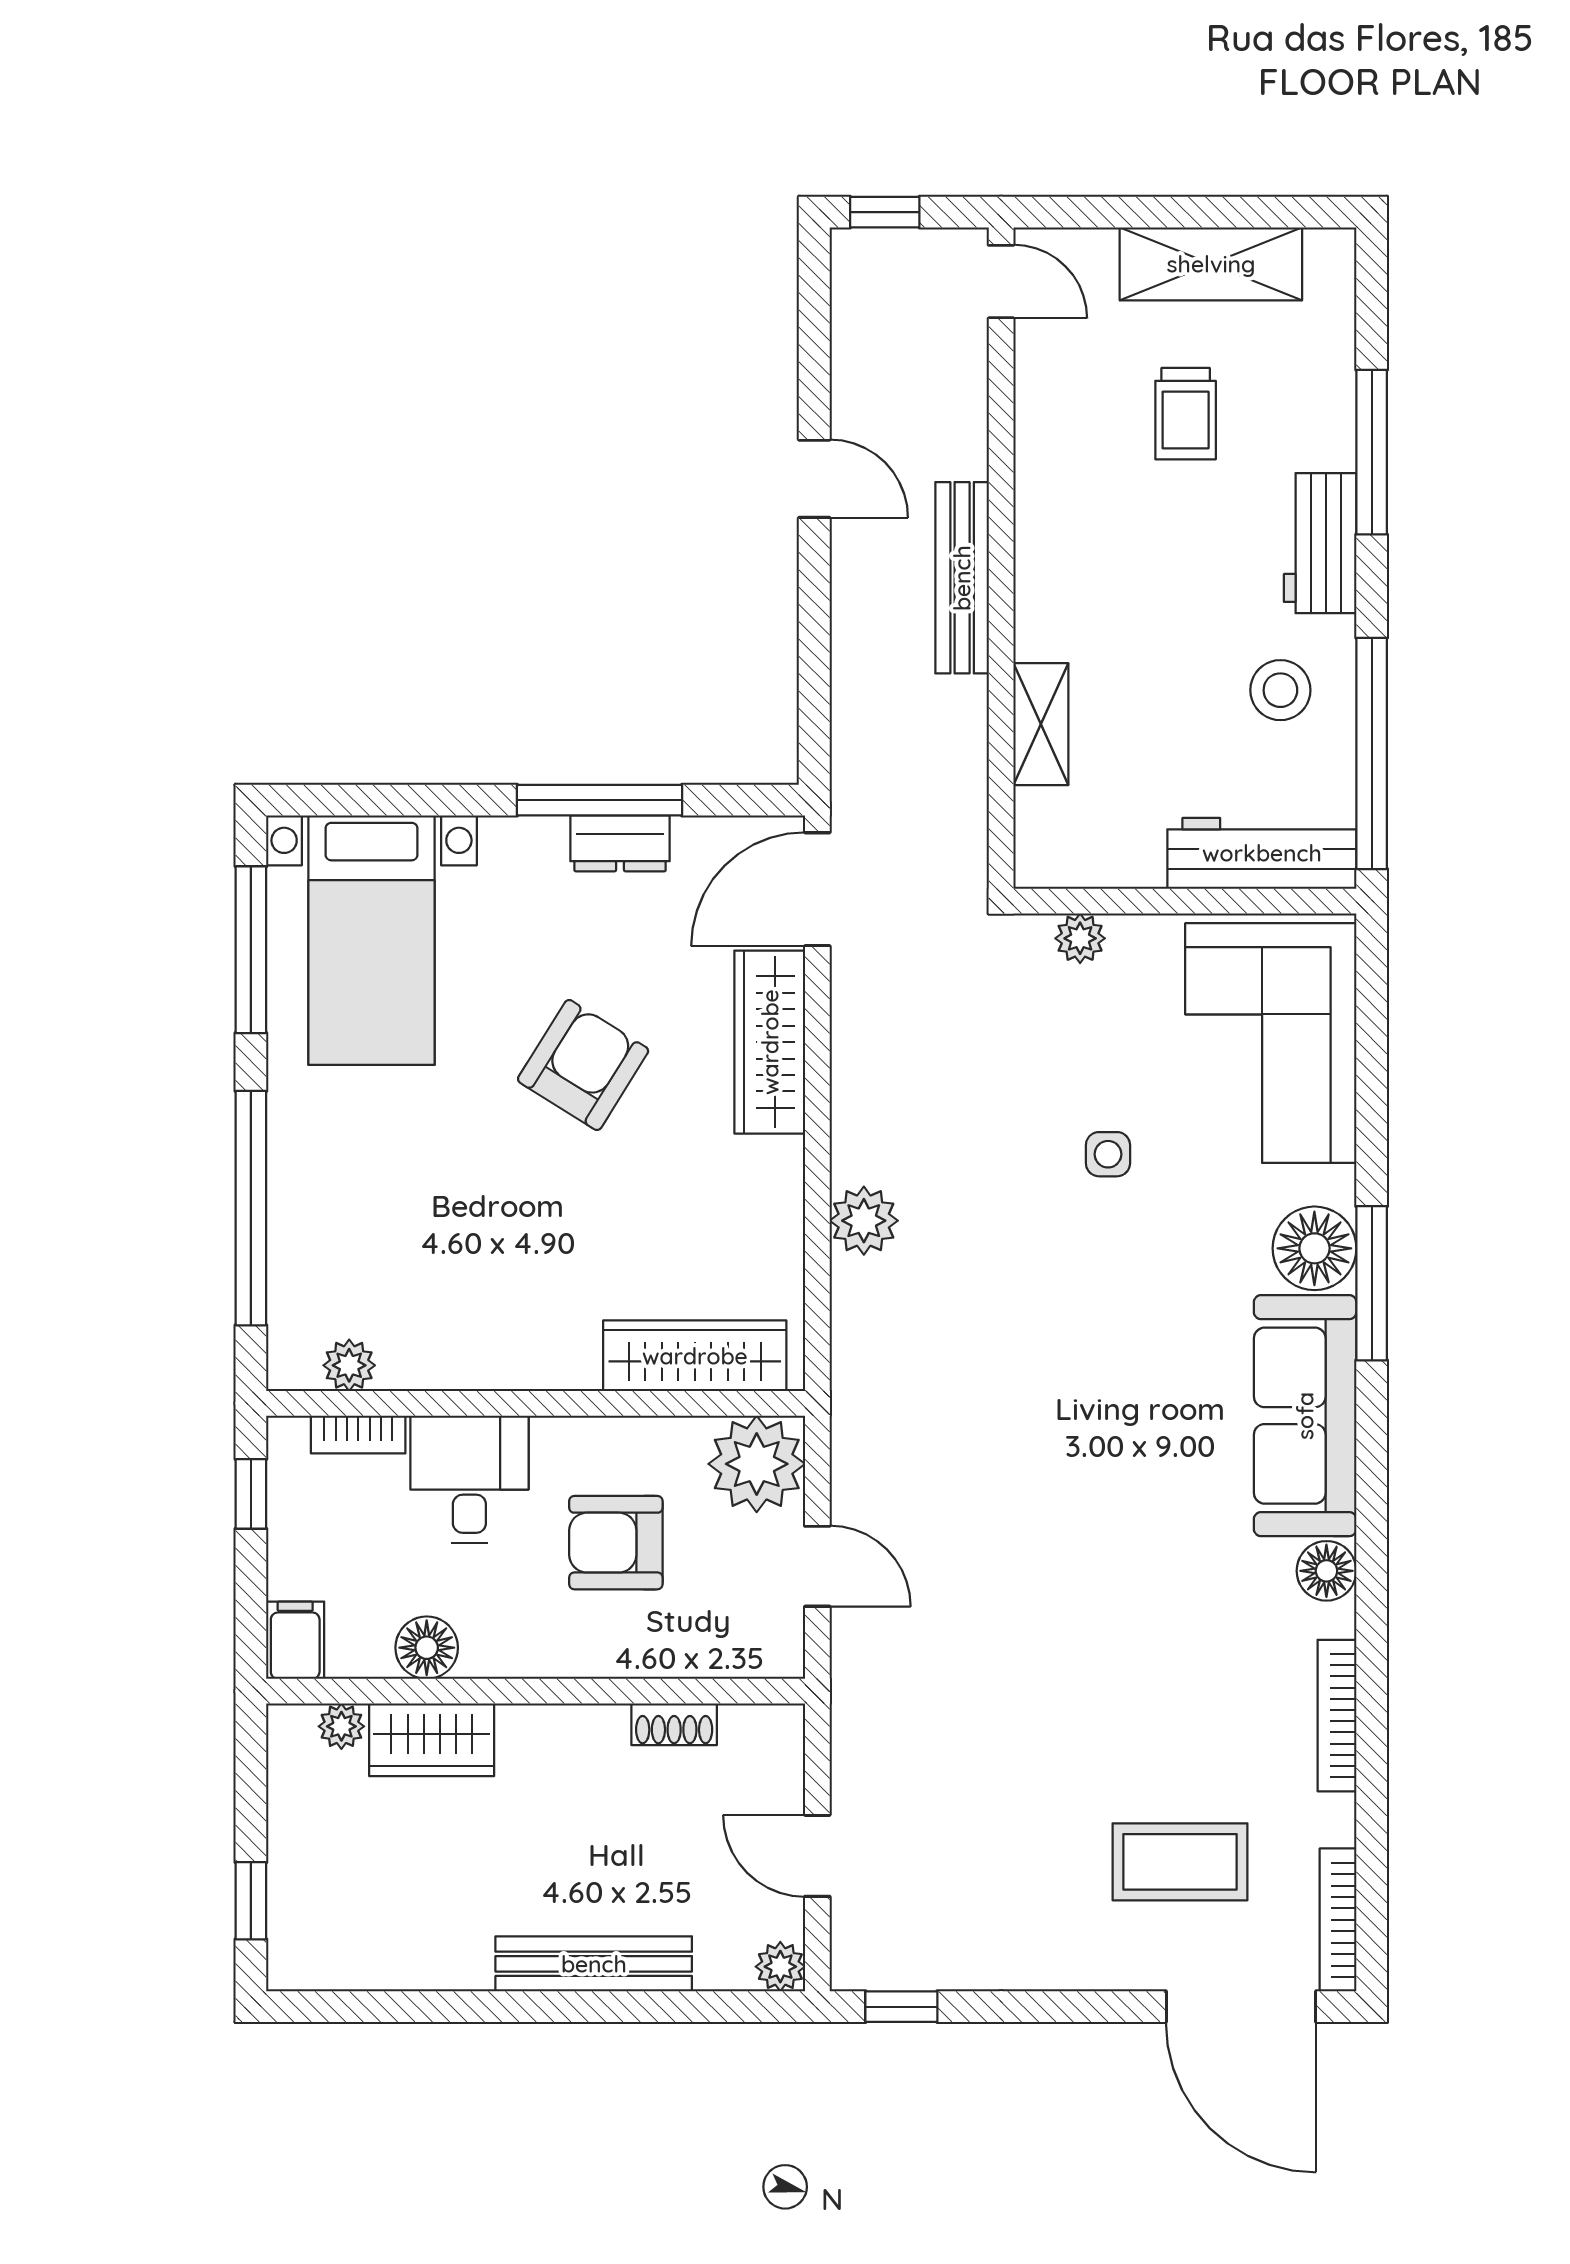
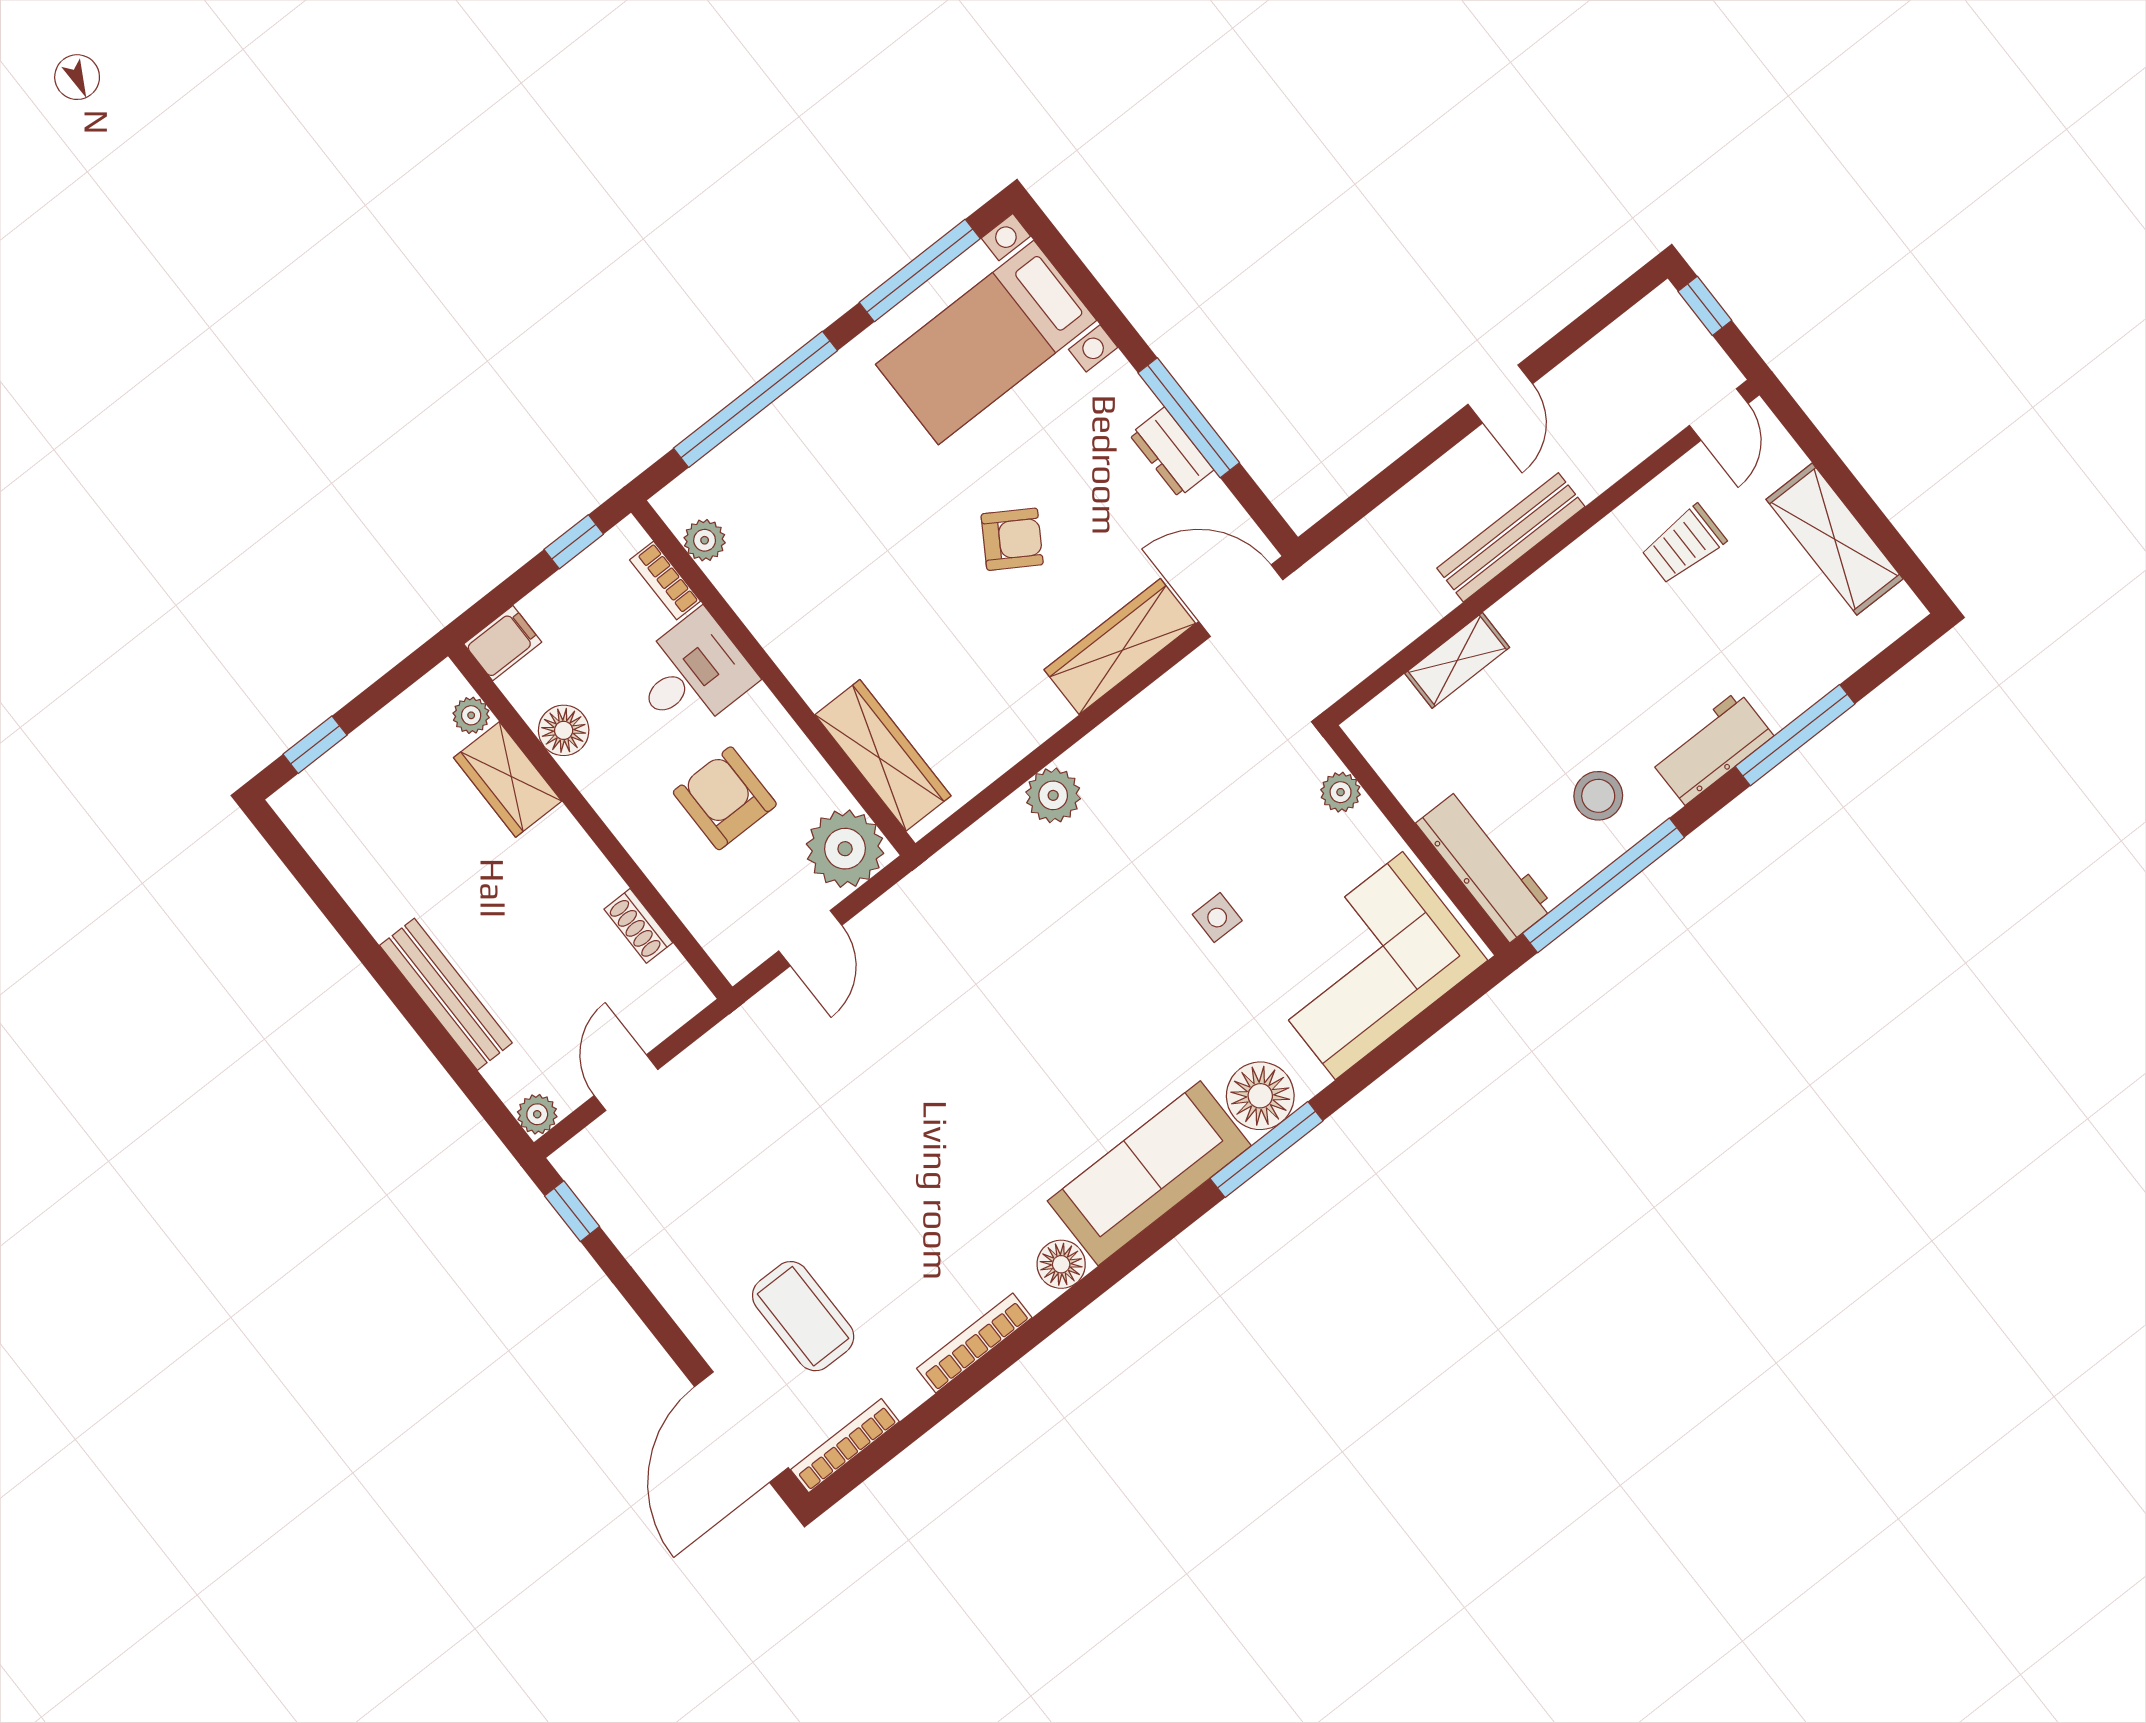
trolley: (1186, 414) -> (1684, 544), moved
armchair: (583, 1065) -> (1012, 539), width x0.72, depth x0.72

